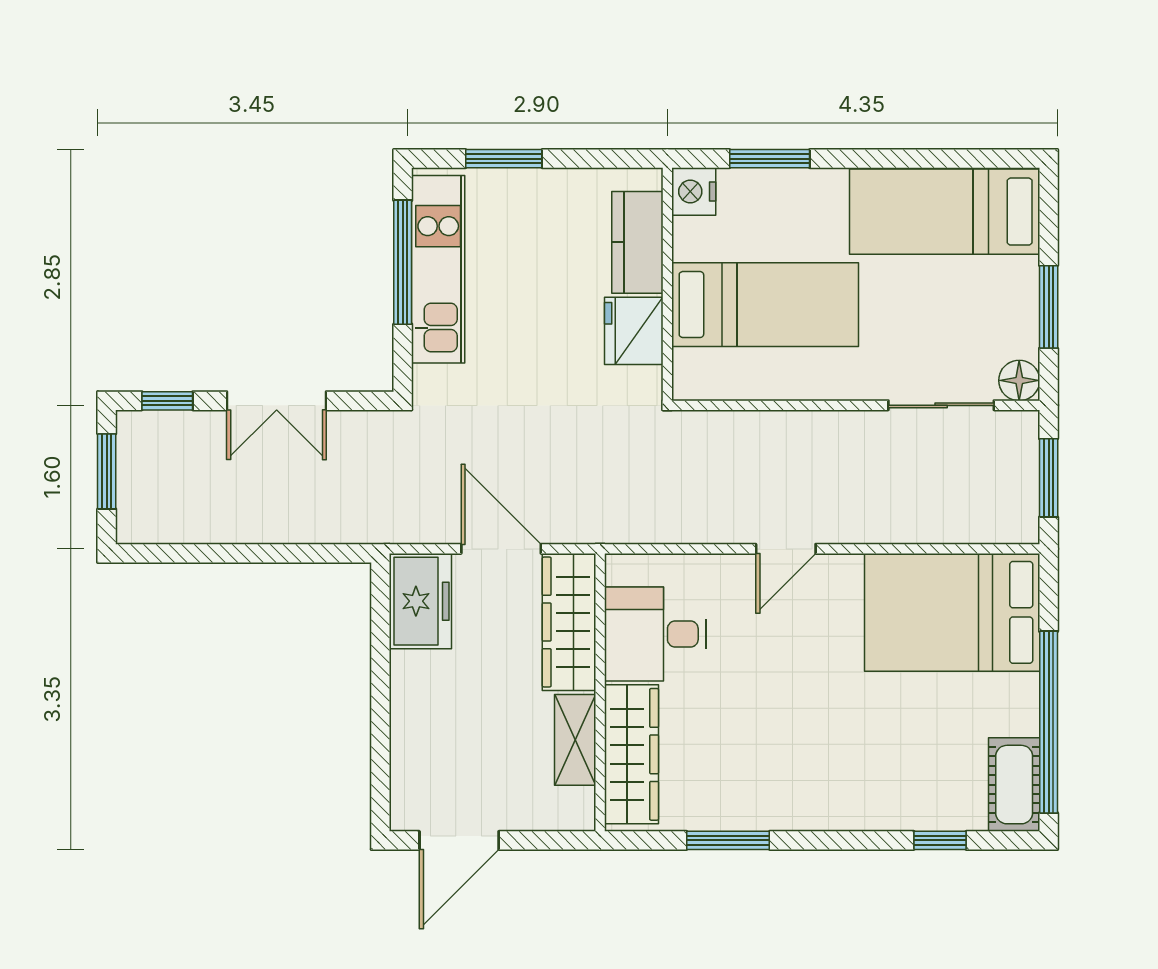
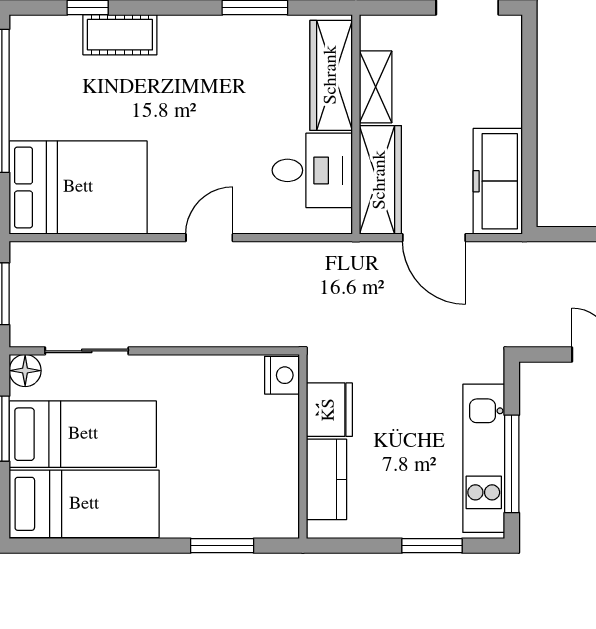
nightstand: (694, 191) -> (282, 375), moved
bed: (765, 305) -> (83, 434), moved, turned 180
freezer: (420, 601) -> (498, 181), width x1.40
cot: (1014, 785) -> (120, 35), moved, turned 90

